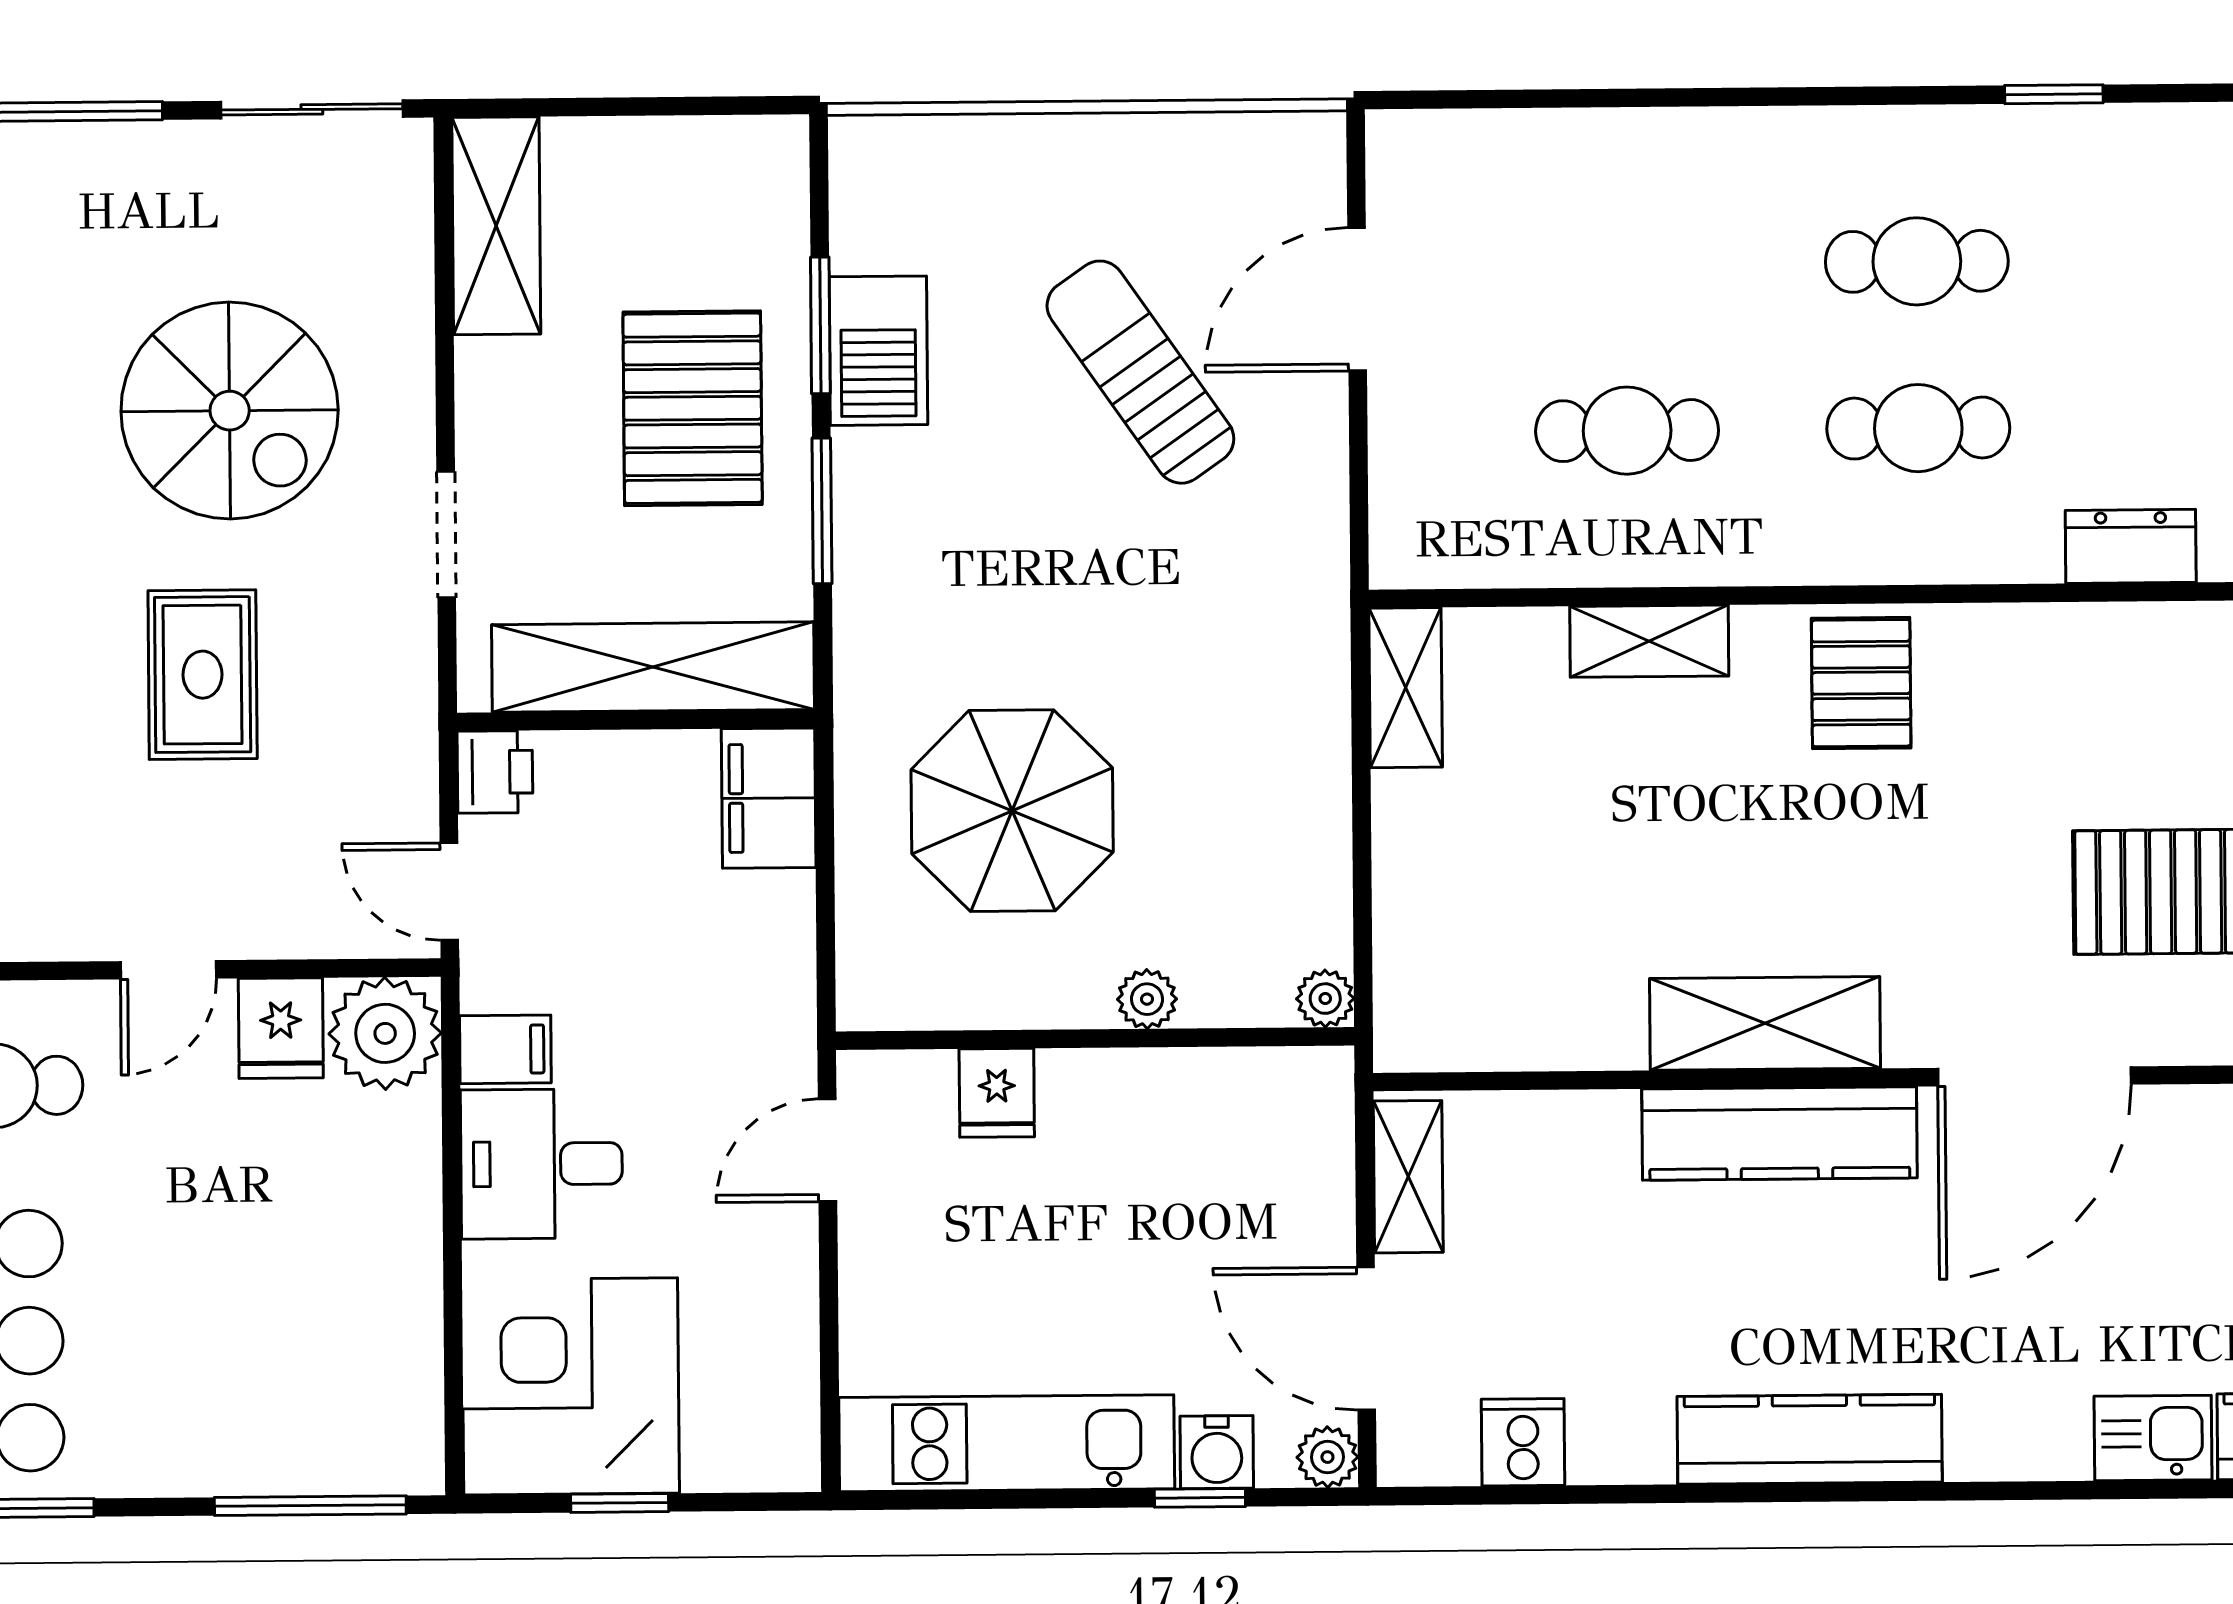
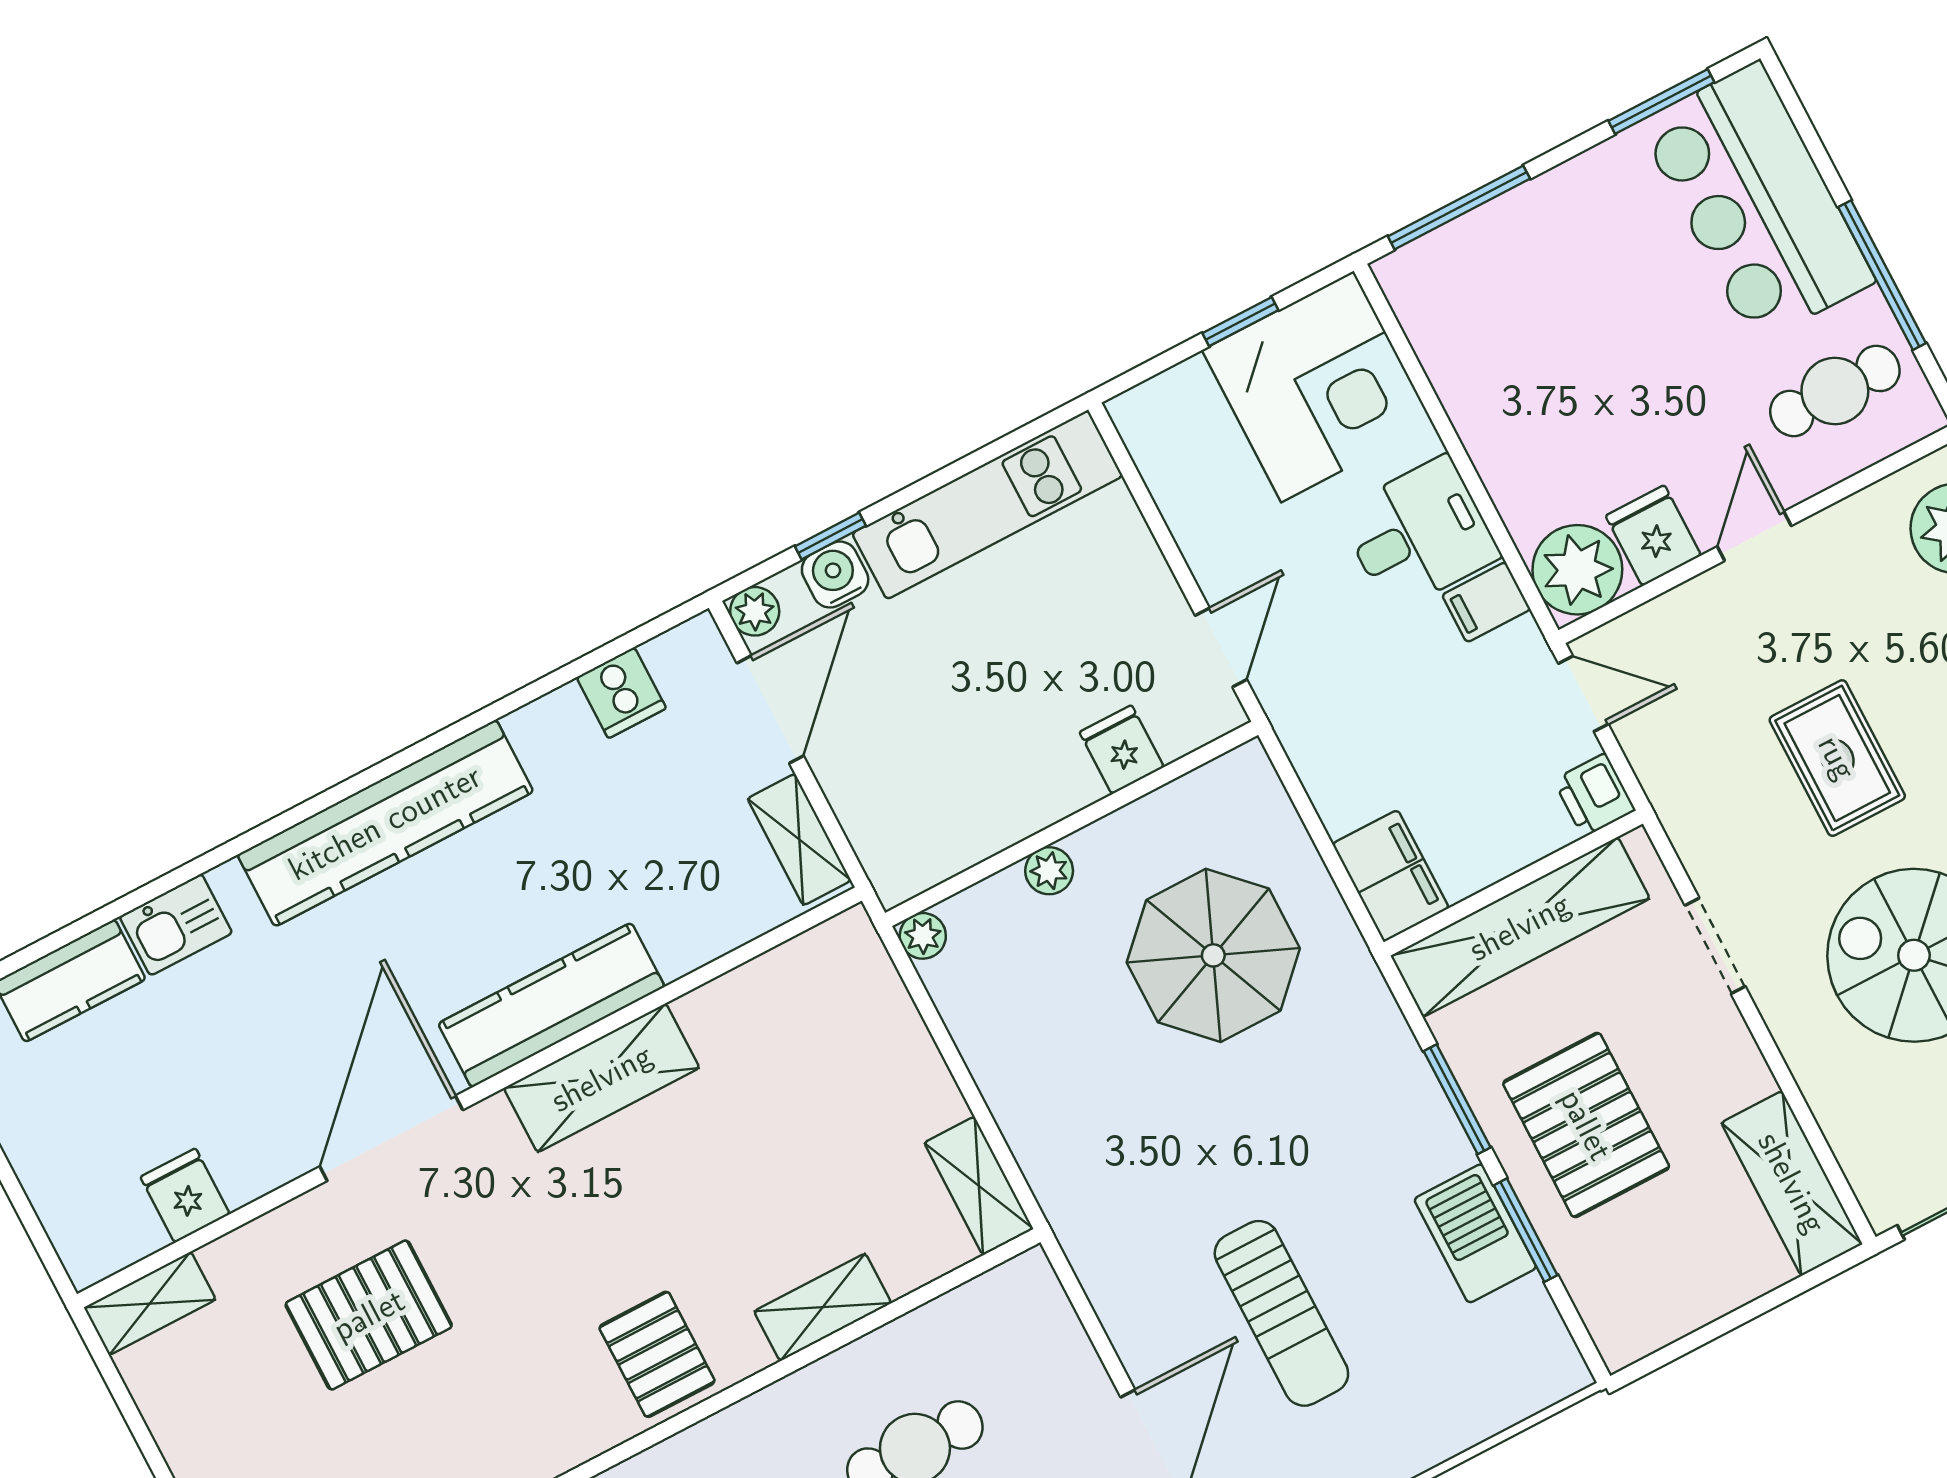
sun lounger: (1140, 372) -> (1281, 1313), turned 35
door: (1366, 1339) -> (770, 709), hinge flipped
kitchen counter: (1810, 1439) -> (385, 823), width x1.39, depth x1.17

